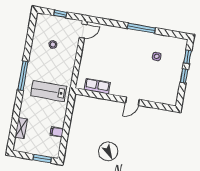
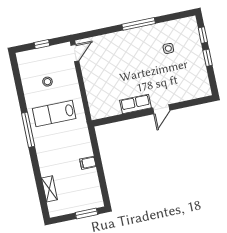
row of seats: (97, 86) -> (136, 104), moved
lab bench: (49, 91) -> (54, 113), moved
filing cabinet: (57, 132) -> (88, 163), moved

